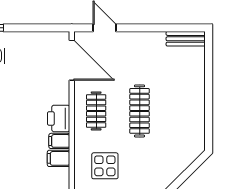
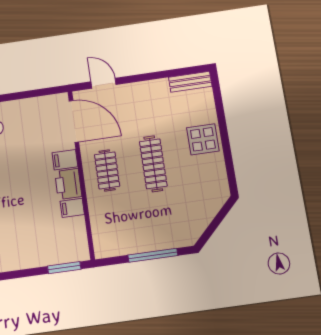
filing cabinet: (59, 158) -> (65, 160), moved
display table: (105, 166) -> (203, 139), moved

